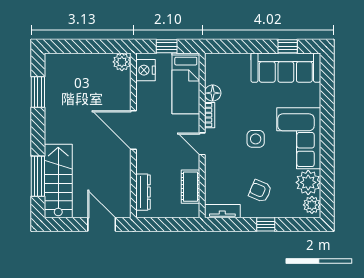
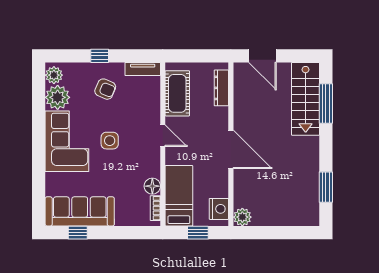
bookcase: (210, 115) -> (155, 208), moved
cot: (191, 187) -> (177, 93), width x1.37, depth x1.34

